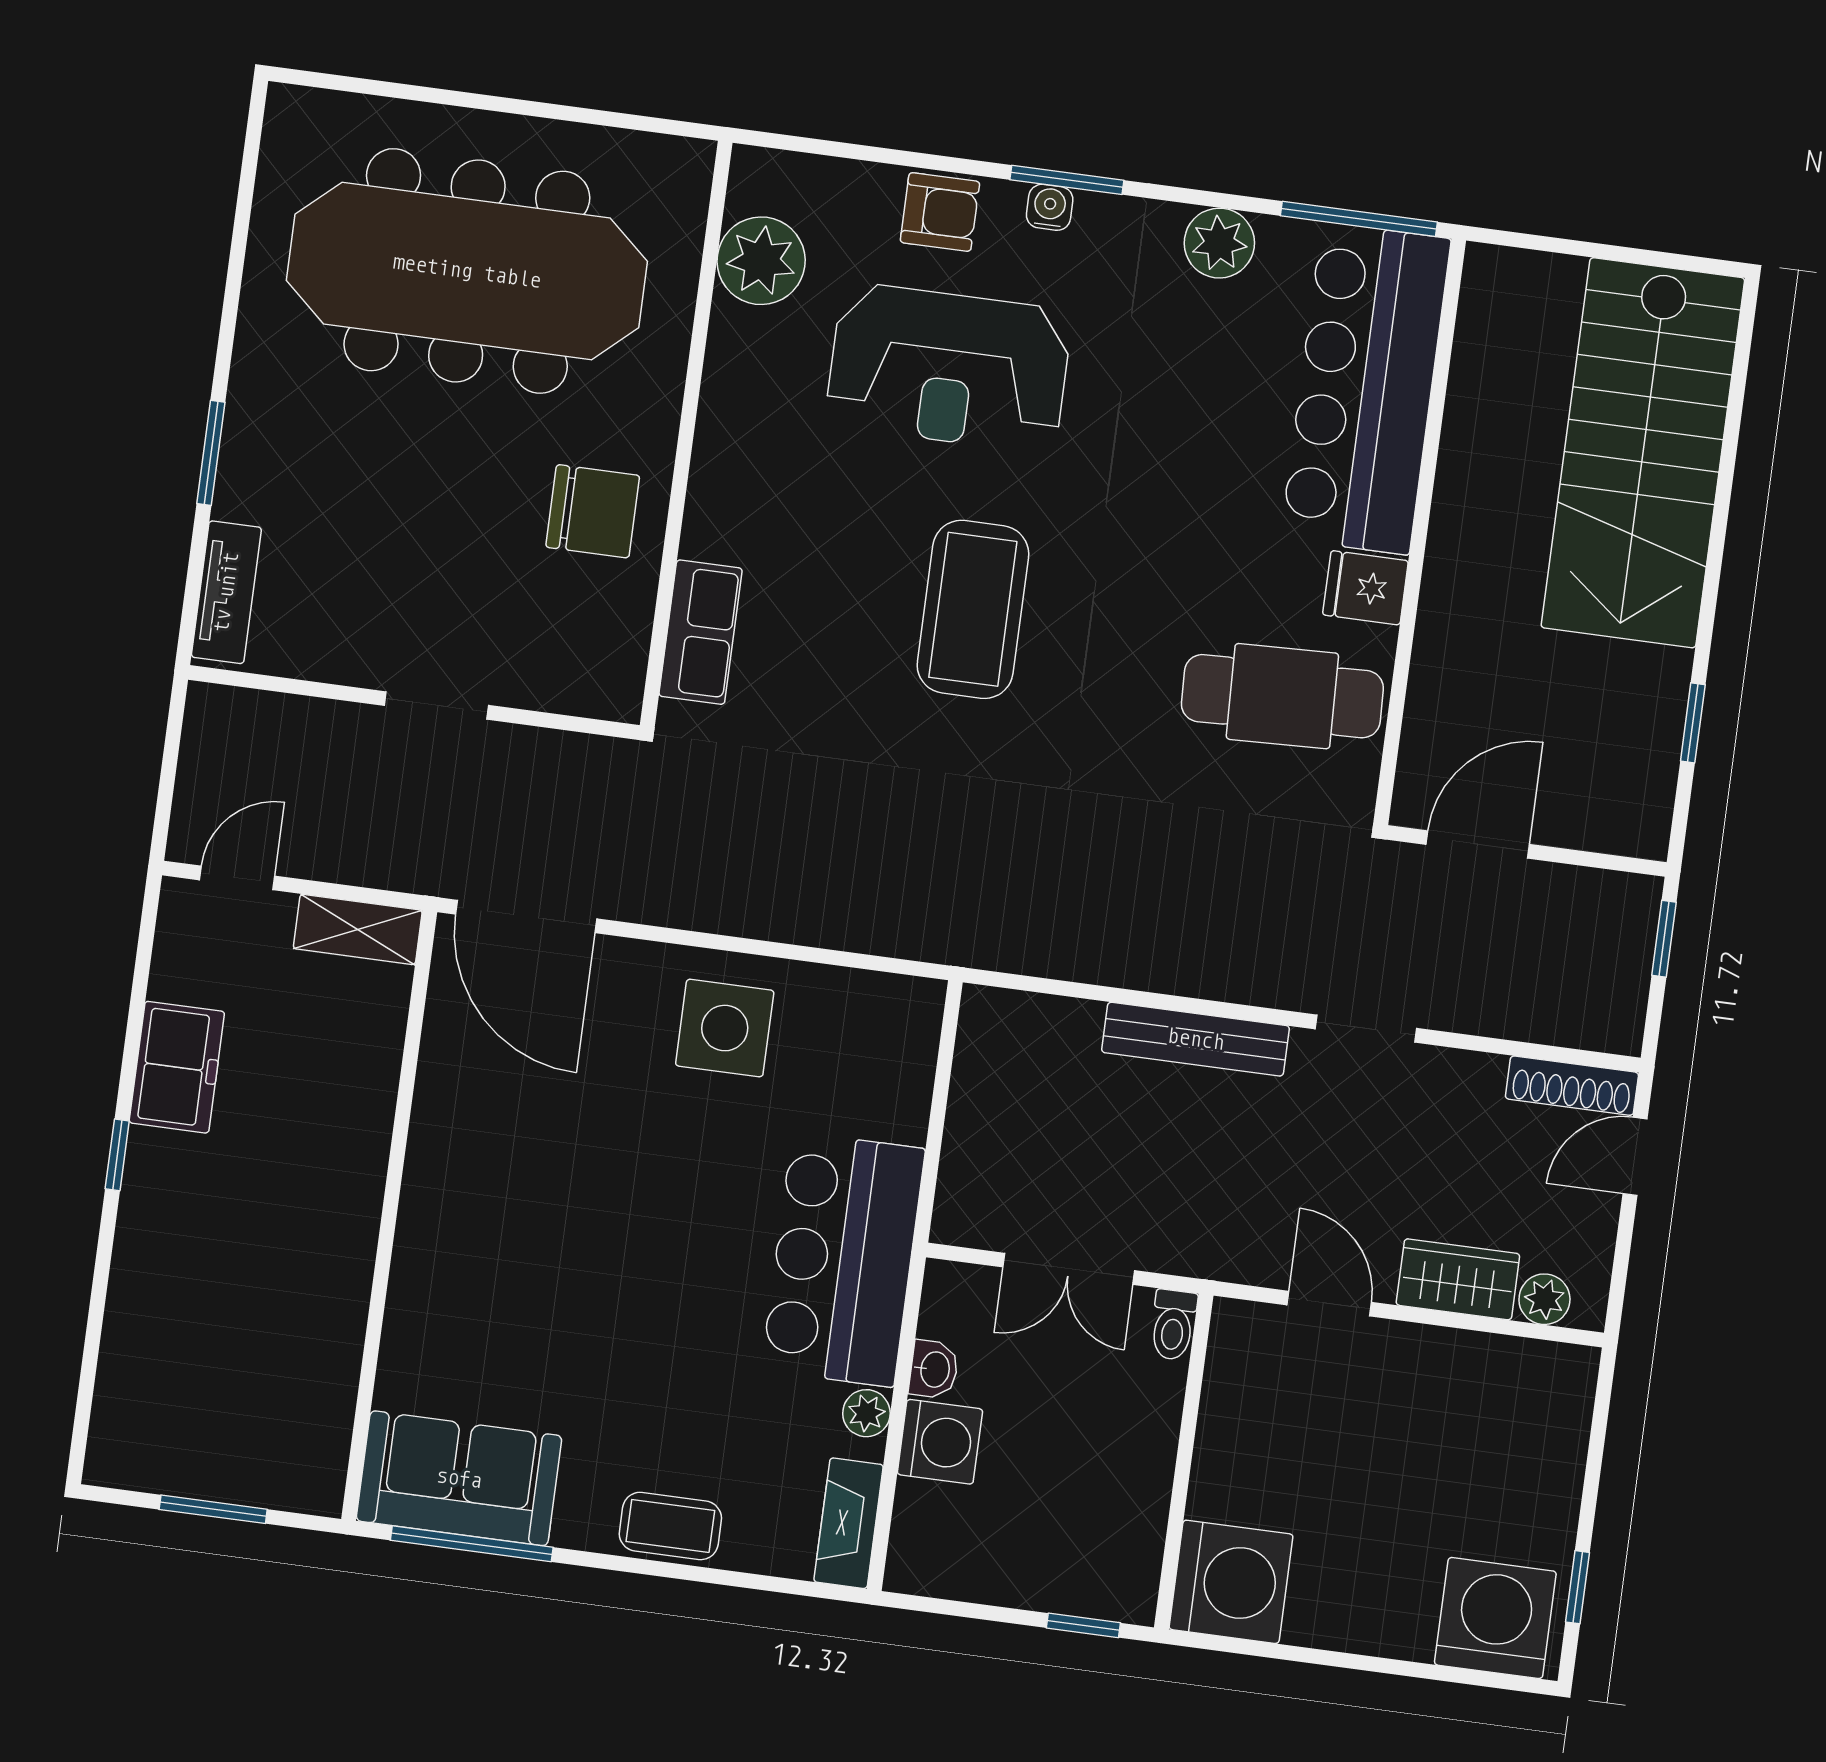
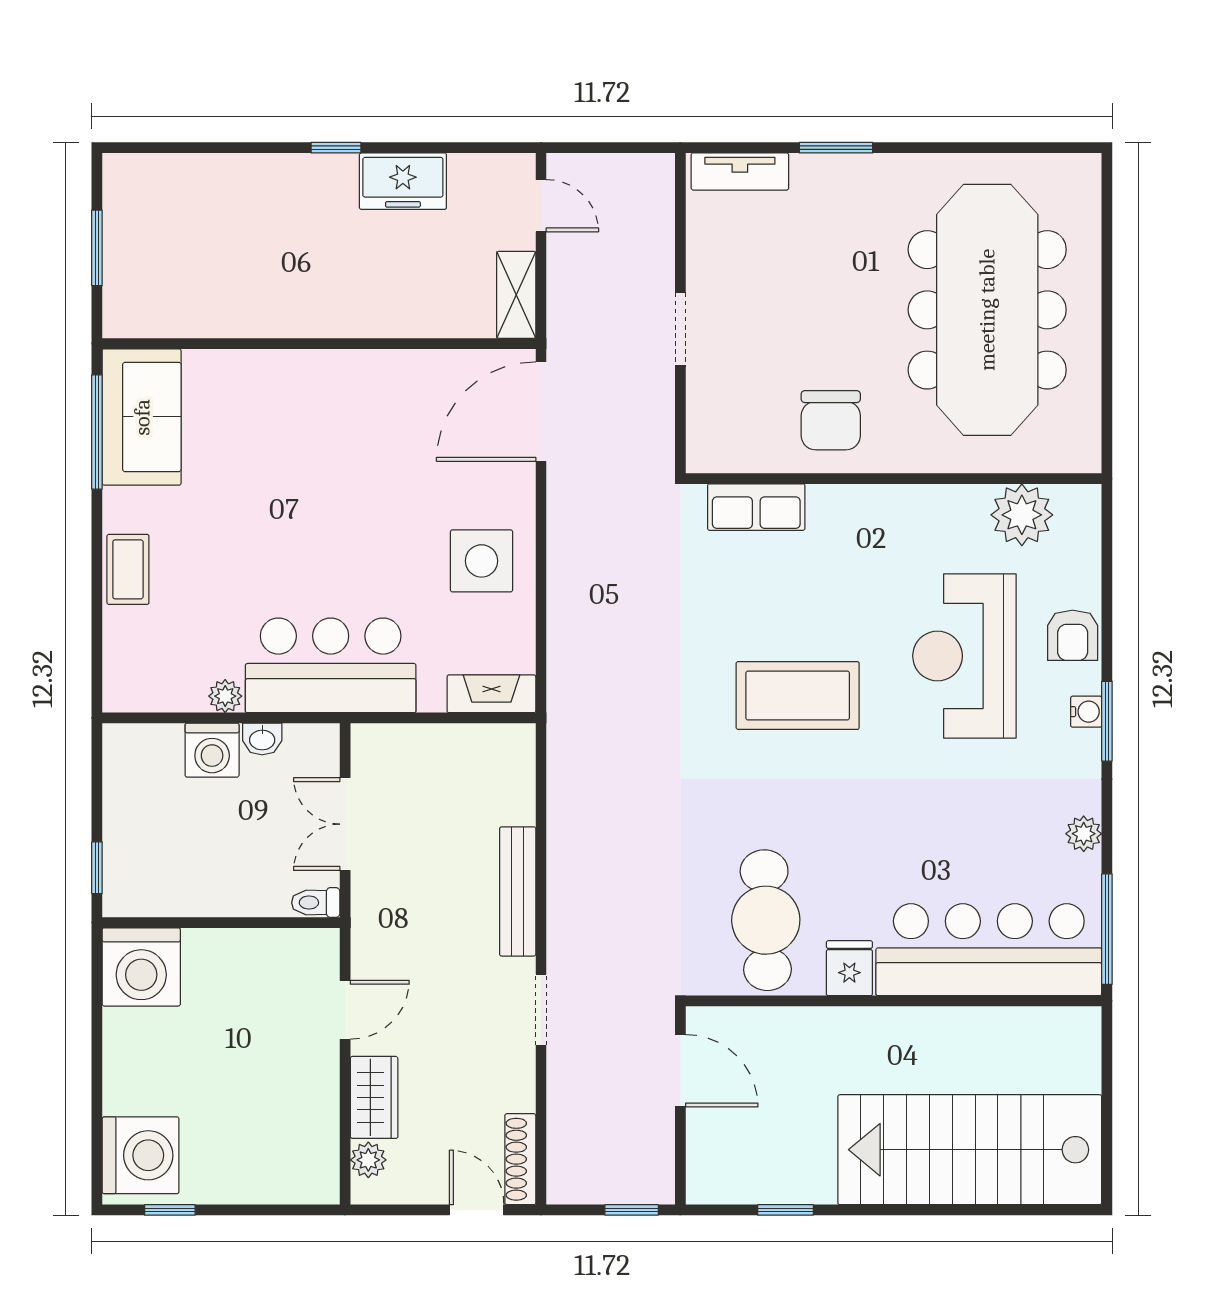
plant: (1219, 243) -> (1084, 834), width x0.73, depth x0.73
fireplace: (849, 1523) -> (491, 694), moved

